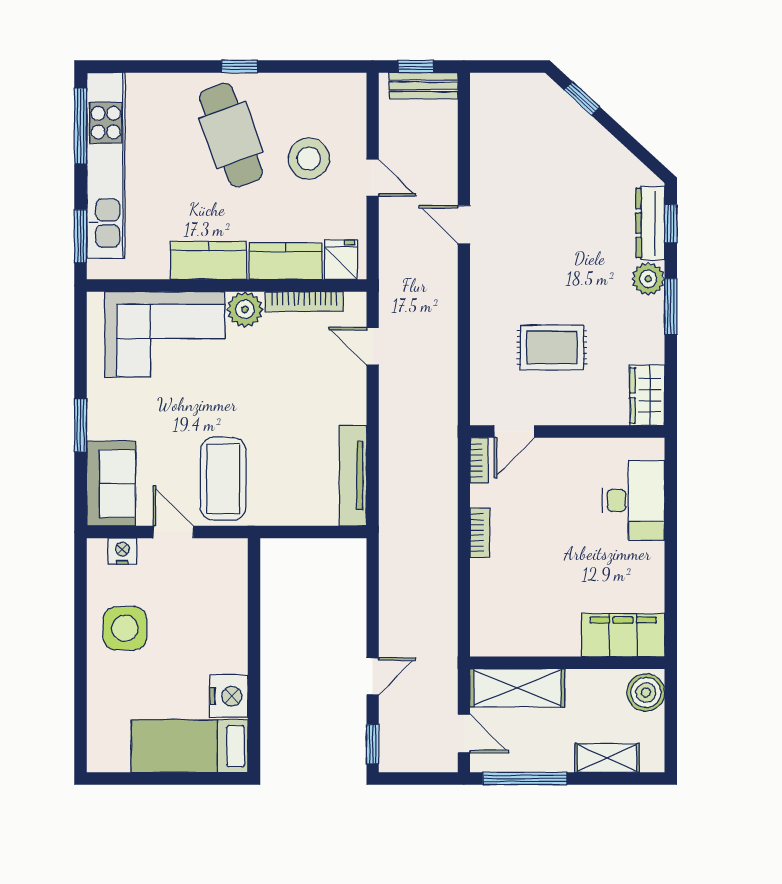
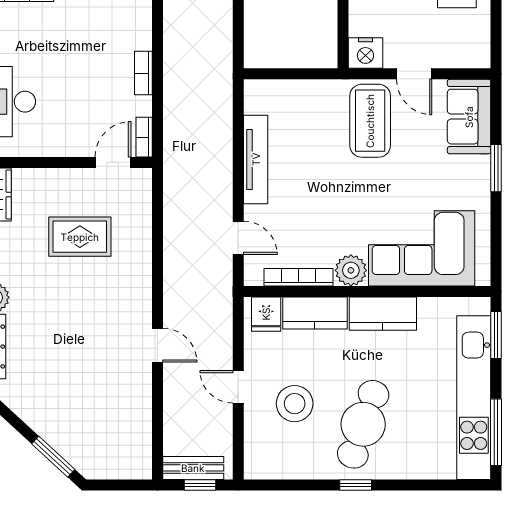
window: (582, 98) -> (53, 457), width x1.50
cafe table: (231, 135) -> (363, 424), turned 39
tv unit: (353, 476) -> (256, 159), moved
nightstand: (122, 551) -> (365, 53), moved, width x1.36, depth x1.33

